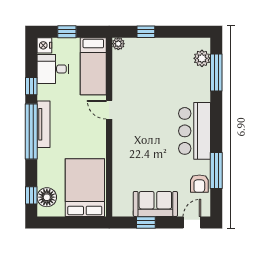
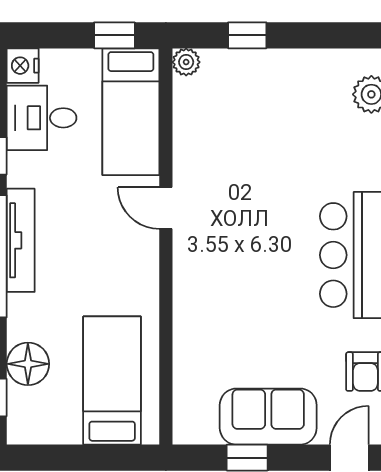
window: (67, 32) -> (114, 35), moved
bed: (85, 188) -> (112, 381), width x0.67
floor lamp: (47, 197) -> (28, 364), moved

